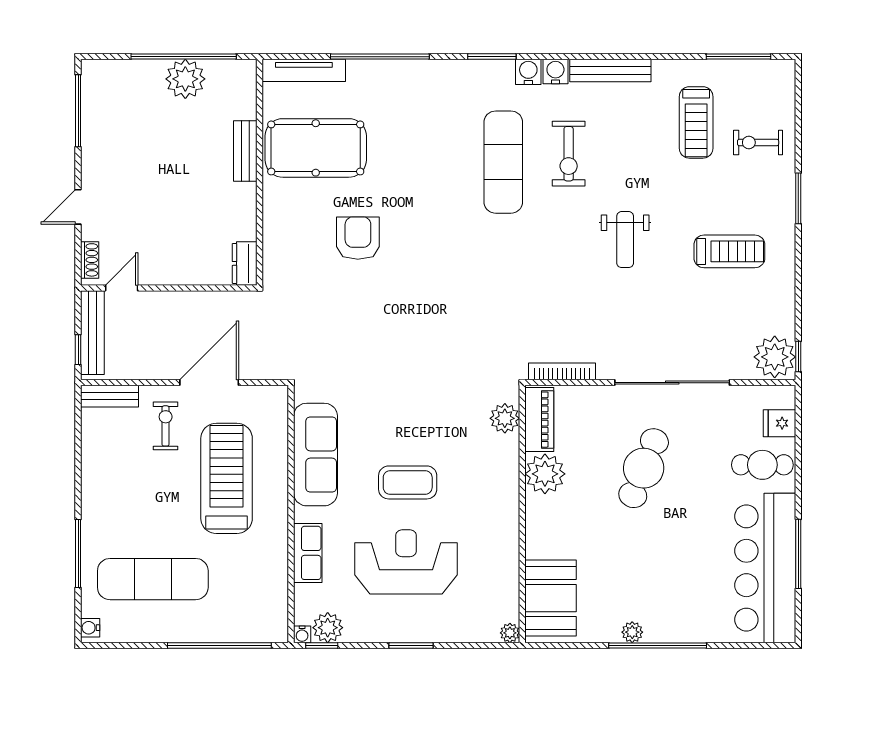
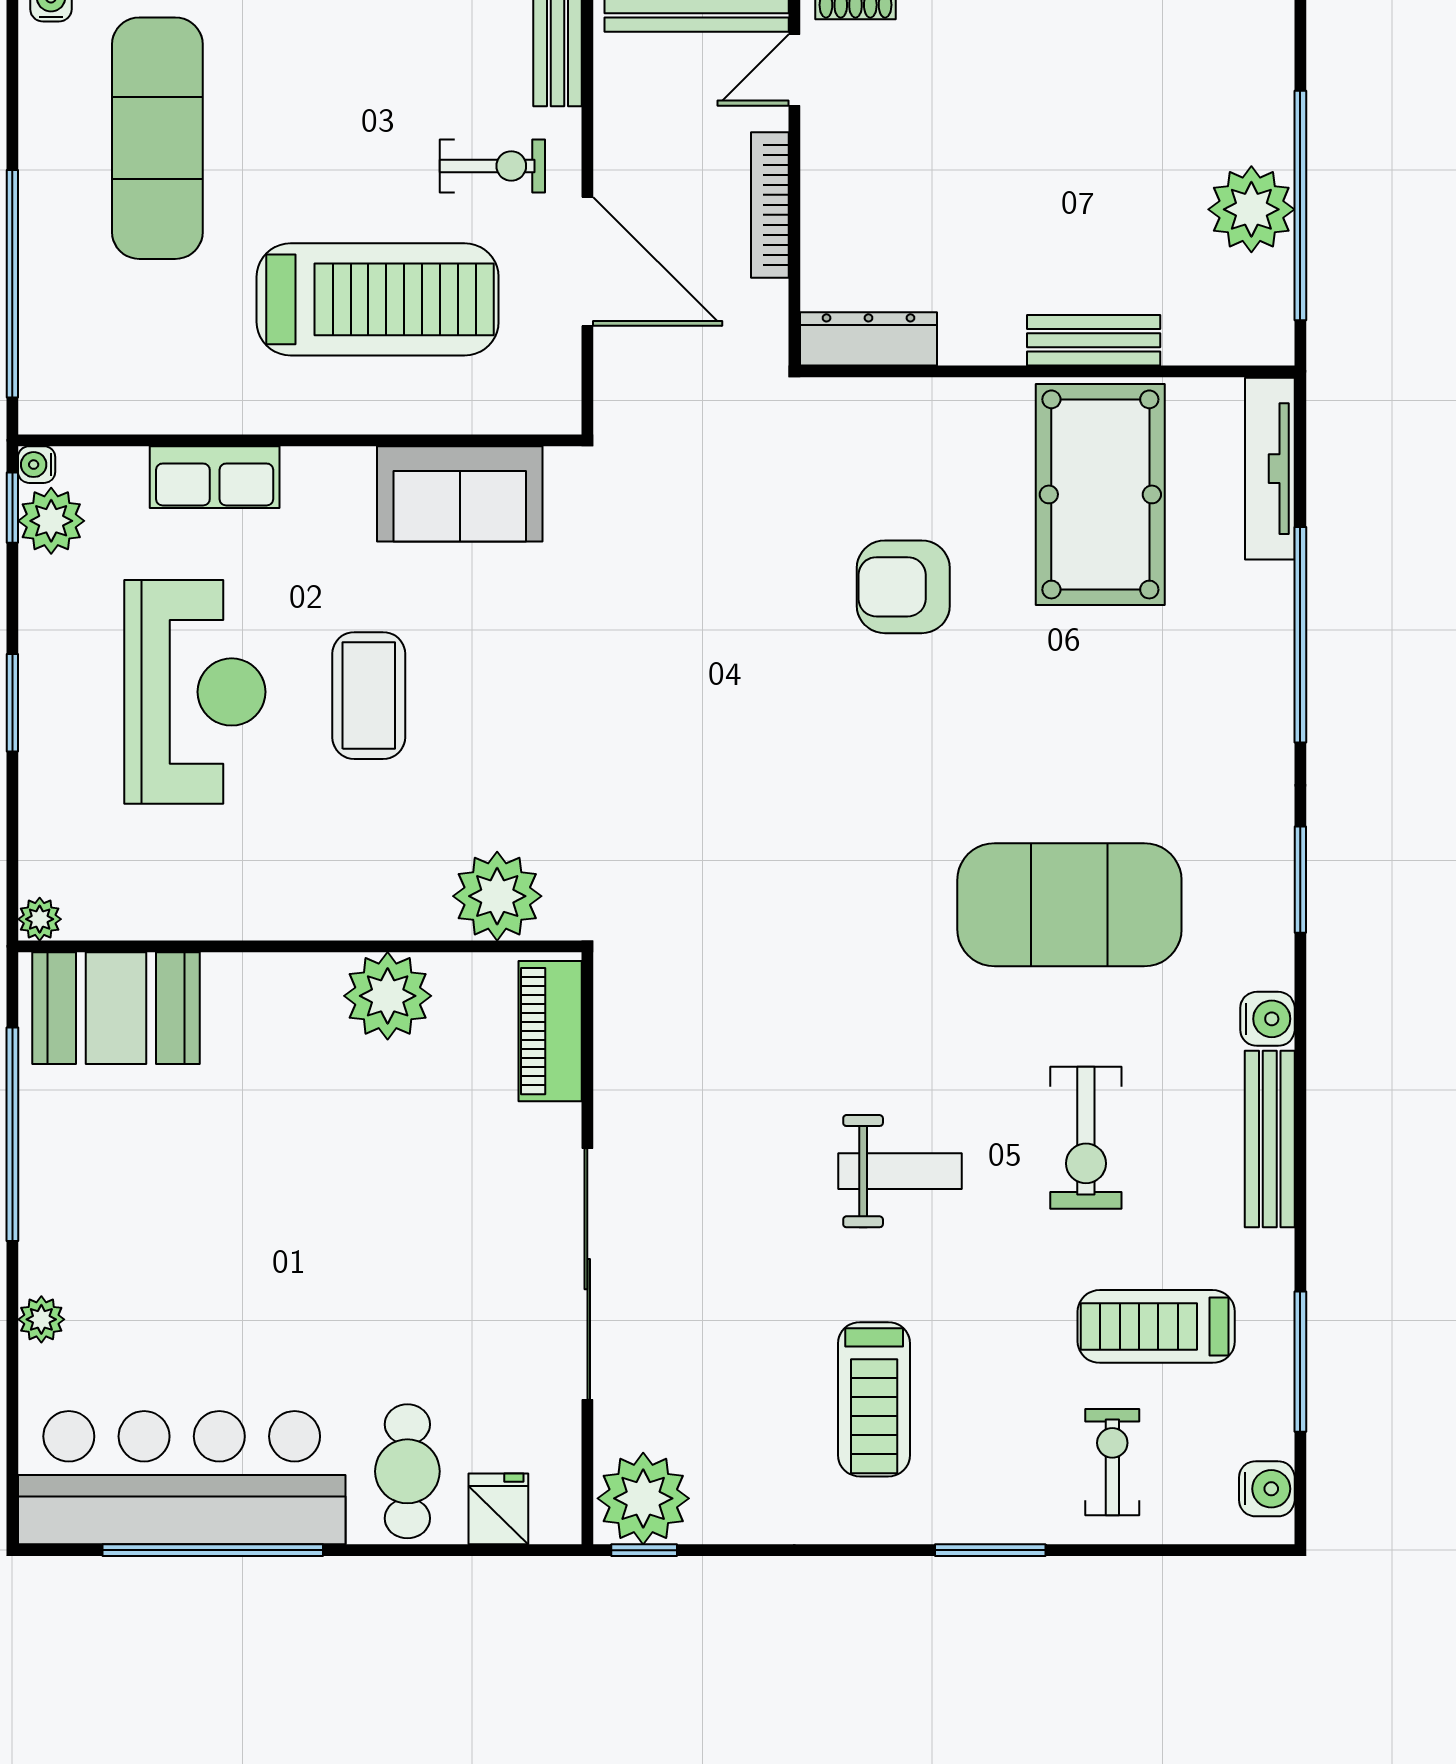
window: (738, 57) -> (1300, 1362), moved
water cooler: (528, 72) -> (1267, 1489), moved
exercise bike: (569, 154) -> (1086, 1138), moved, turned -90
exercise mat: (503, 162) -> (1069, 905), width x1.47
armchair: (358, 238) -> (903, 587), turned 180
weight bench: (625, 240) -> (900, 1171), turned 180
dresser: (245, 263) -> (868, 339), width x1.44
door: (122, 288) -> (794, 70), swing flipped
bookcase: (562, 371) -> (770, 205), moved, turned 180
plant: (505, 418) -> (497, 896), width x1.36, depth x1.36
piano: (539, 420) -> (550, 1031), moved, turned 90
sofa: (315, 455) -> (460, 494), width x0.73
cafe table: (644, 468) -> (400, 1212), removed
window: (798, 554) -> (213, 1550), width x1.46
plant: (632, 632) -> (41, 1319), moved
window: (658, 645) -> (12, 1134), moved

